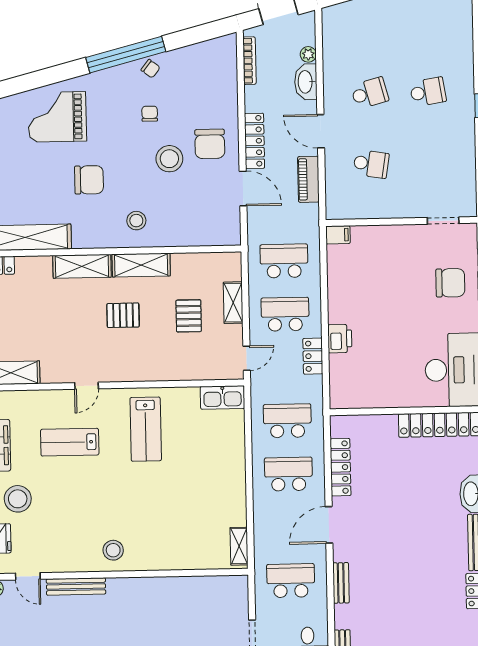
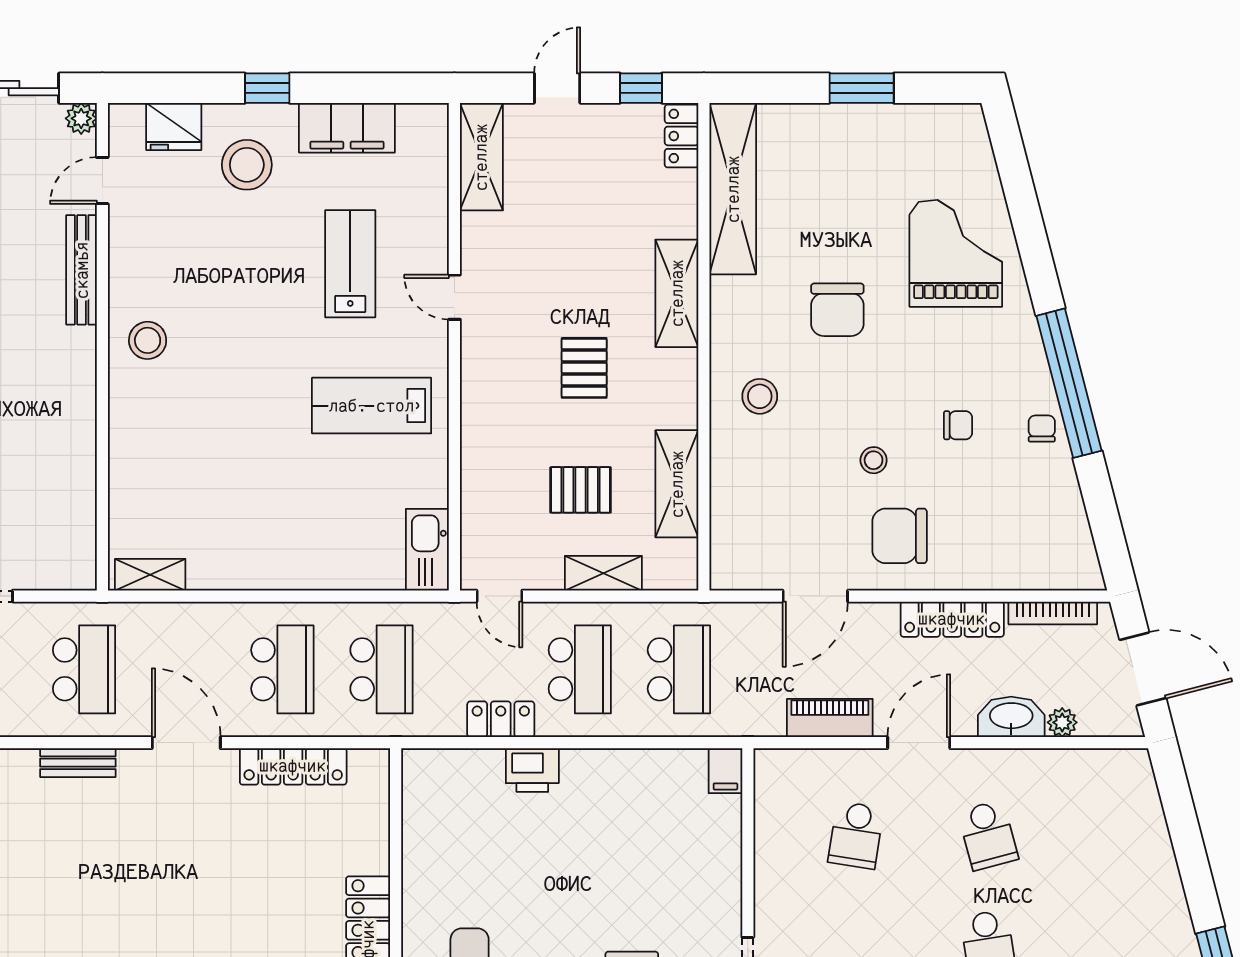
chair: (151, 69) -> (1042, 429), turned 142
locker: (254, 141) -> (952, 619), moved
stool: (169, 159) -> (874, 460), width x0.53, depth x0.53
shelving: (141, 265) -> (677, 484), moved

